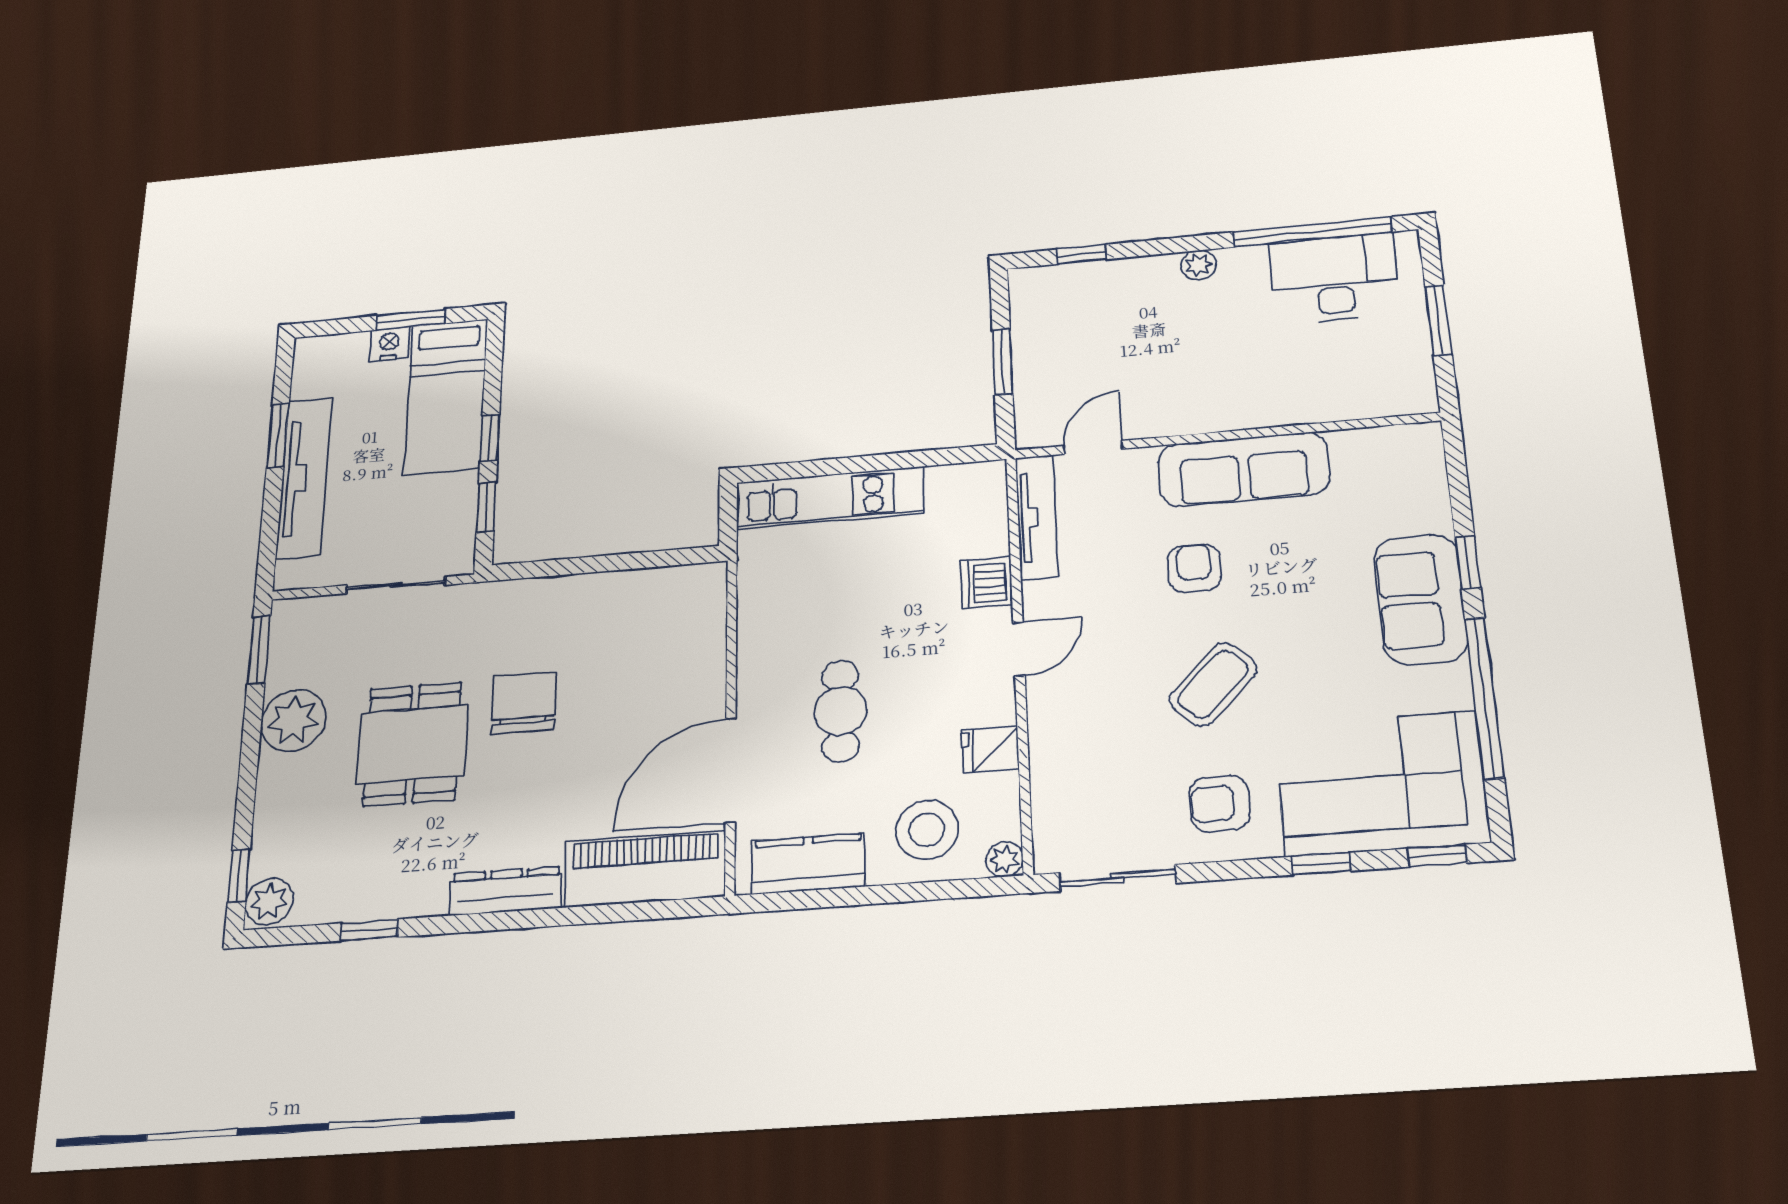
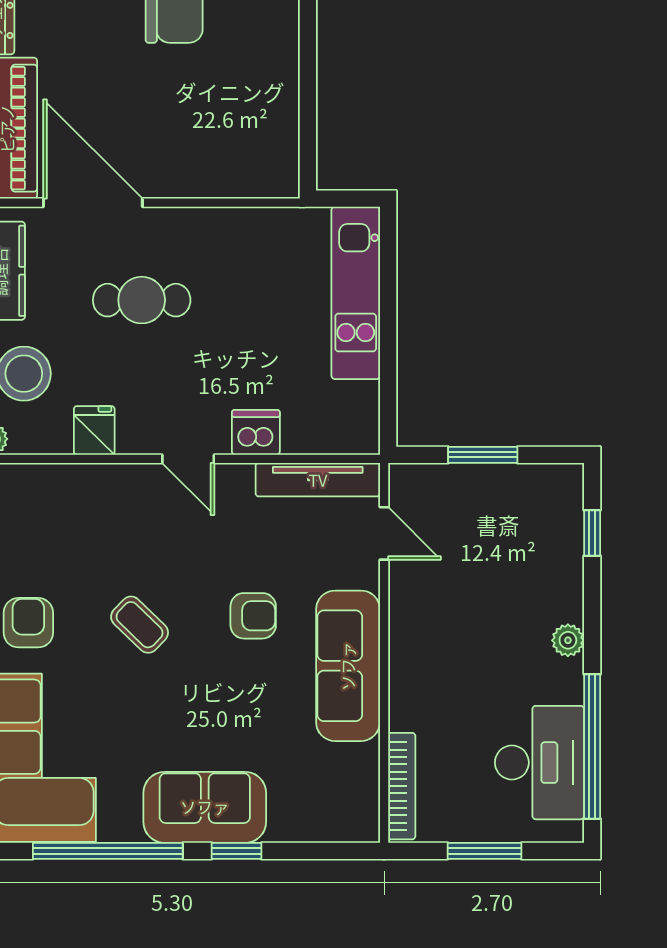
bookcase: (1375, 405) -> (402, 786), added
coffee table: (1213, 684) -> (140, 625), width x0.73, depth x0.77

